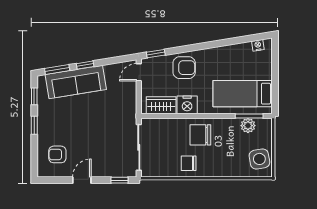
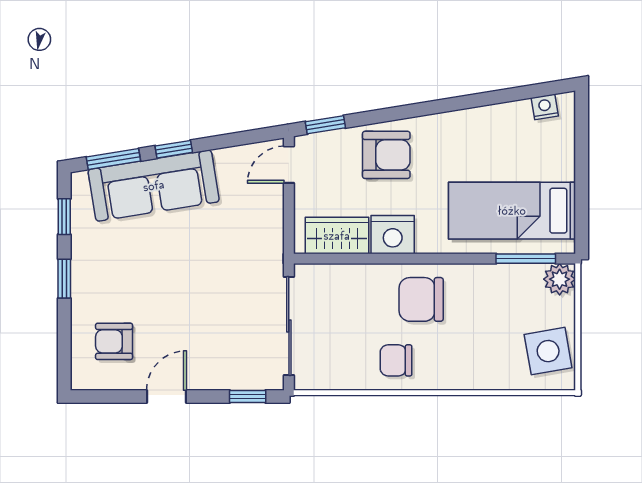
plant: (248, 126) -> (560, 279), moved

